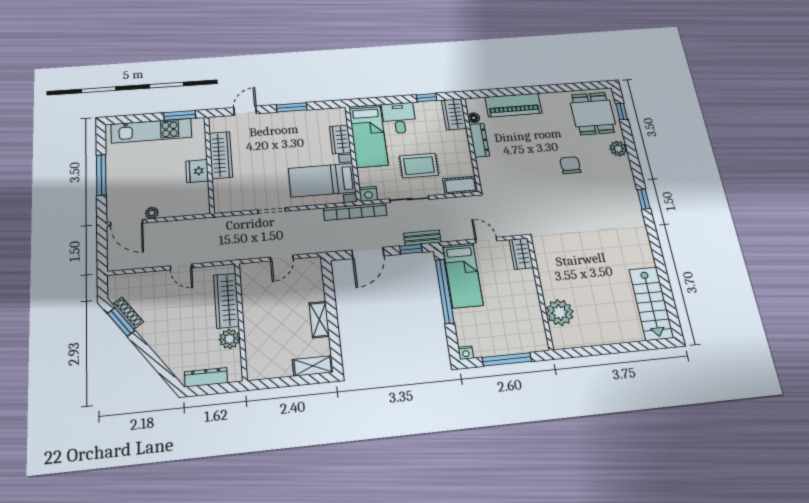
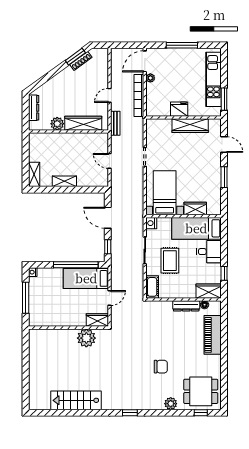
bookcase: (355, 212) -> (139, 96), moved
bench: (422, 238) -> (115, 123), moved
stairs: (651, 303) -> (76, 400), moved
plant: (560, 312) -> (86, 338), moved

